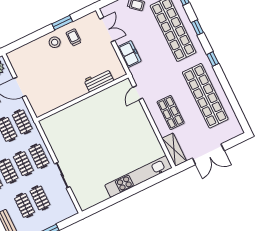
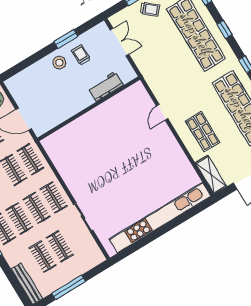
freezer: (129, 54) -> (148, 68), removed
workbench: (99, 80) -> (106, 86), moved
wall: (83, 98) -> (89, 109), moved
kitchen unit: (138, 176) -> (160, 218), width x1.36

